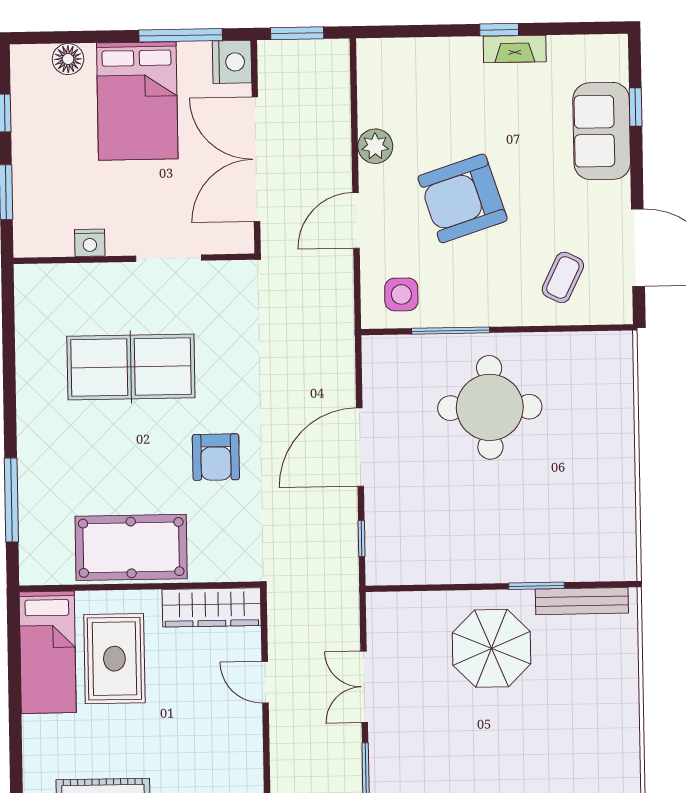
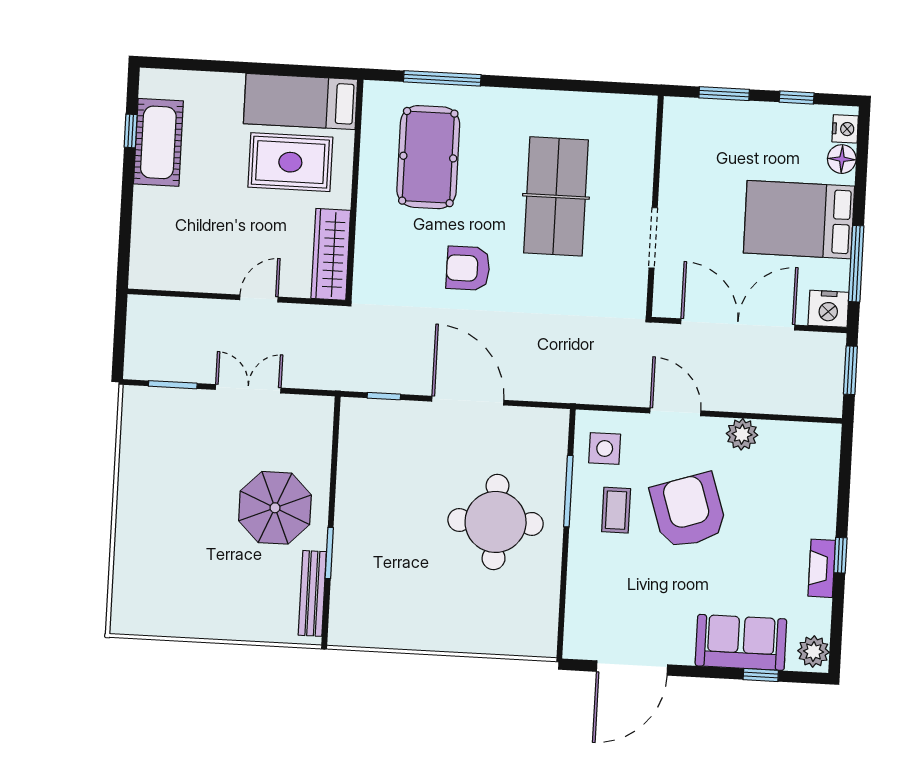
plant: (606, 51) -> (813, 651), added
nightstand: (90, 243) -> (845, 129), moved, turned 180
coffee table: (563, 277) -> (616, 510), moved, turned 64
pool table: (131, 547) -> (428, 157), moved

